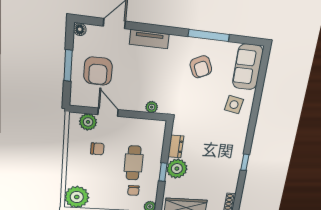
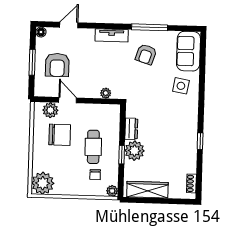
tv unit: (149, 39) -> (112, 35), moved
armchair: (201, 67) -> (146, 54), turned 43
chair: (97, 149) -> (60, 135), width x1.87, depth x1.87

